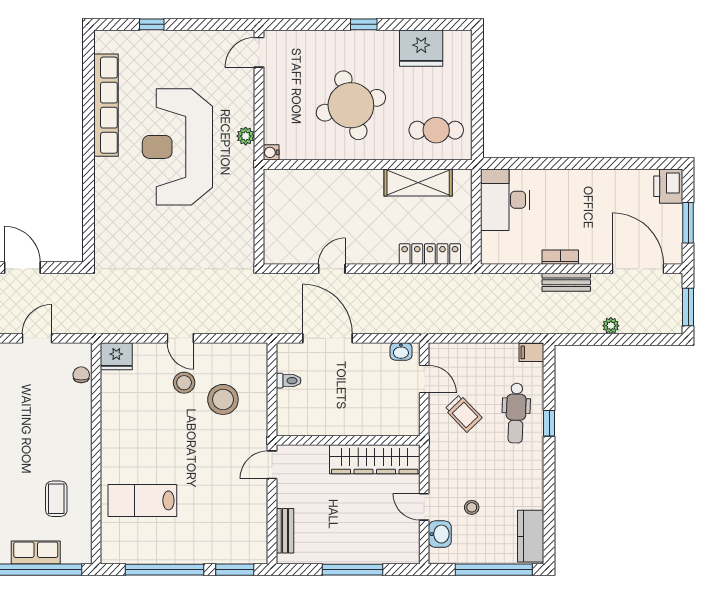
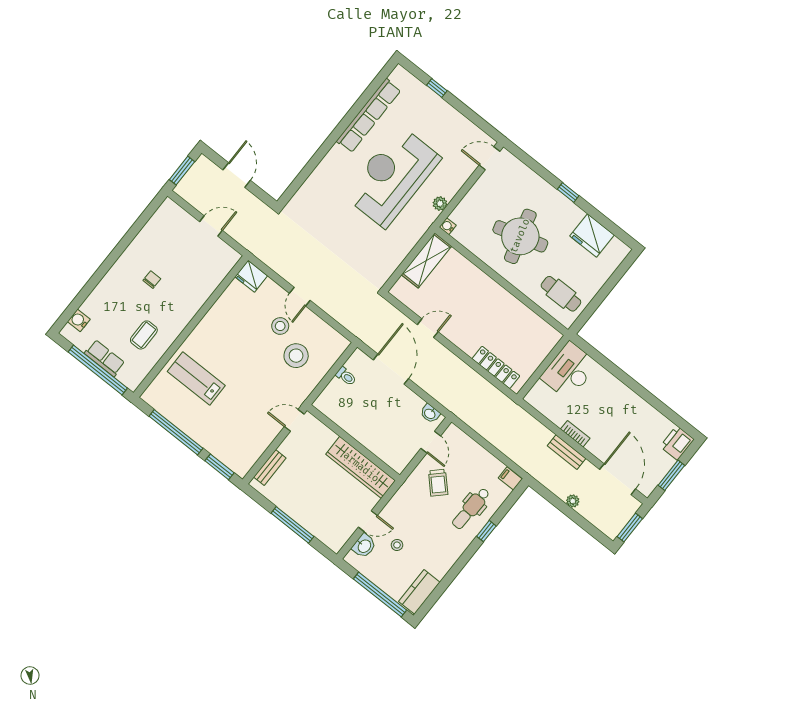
shelving: (418, 182) -> (426, 260), moved, turned 90
chair: (81, 375) -> (152, 280), moved
door: (424, 507) -> (368, 521), swing flipped

